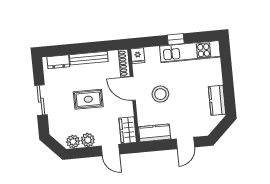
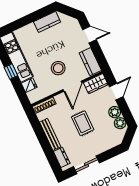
fridge: (138, 56) -> (29, 85), moved
door: (133, 88) -> (72, 86), moved
sliding door: (41, 100) -> (87, 165), moved

